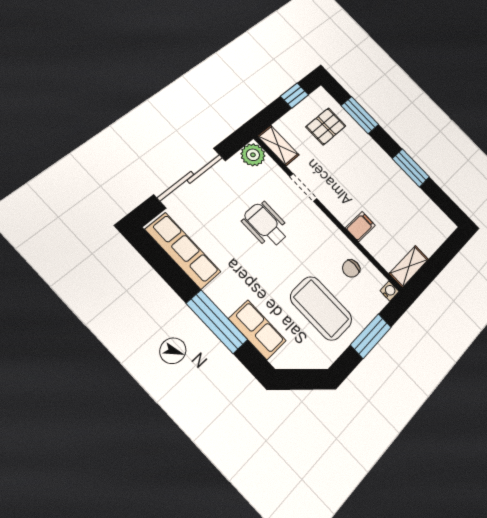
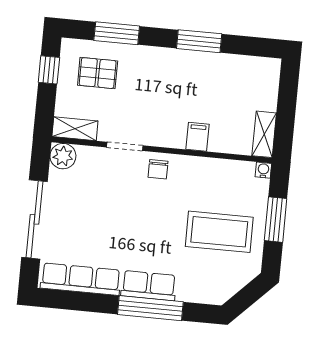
pallet: (326, 126) -> (98, 73), turned 90
wheelchair: (266, 225) -> (122, 205), removed
chair: (351, 268) -> (158, 169), moved
row of seats: (257, 330) -> (149, 286), moved

